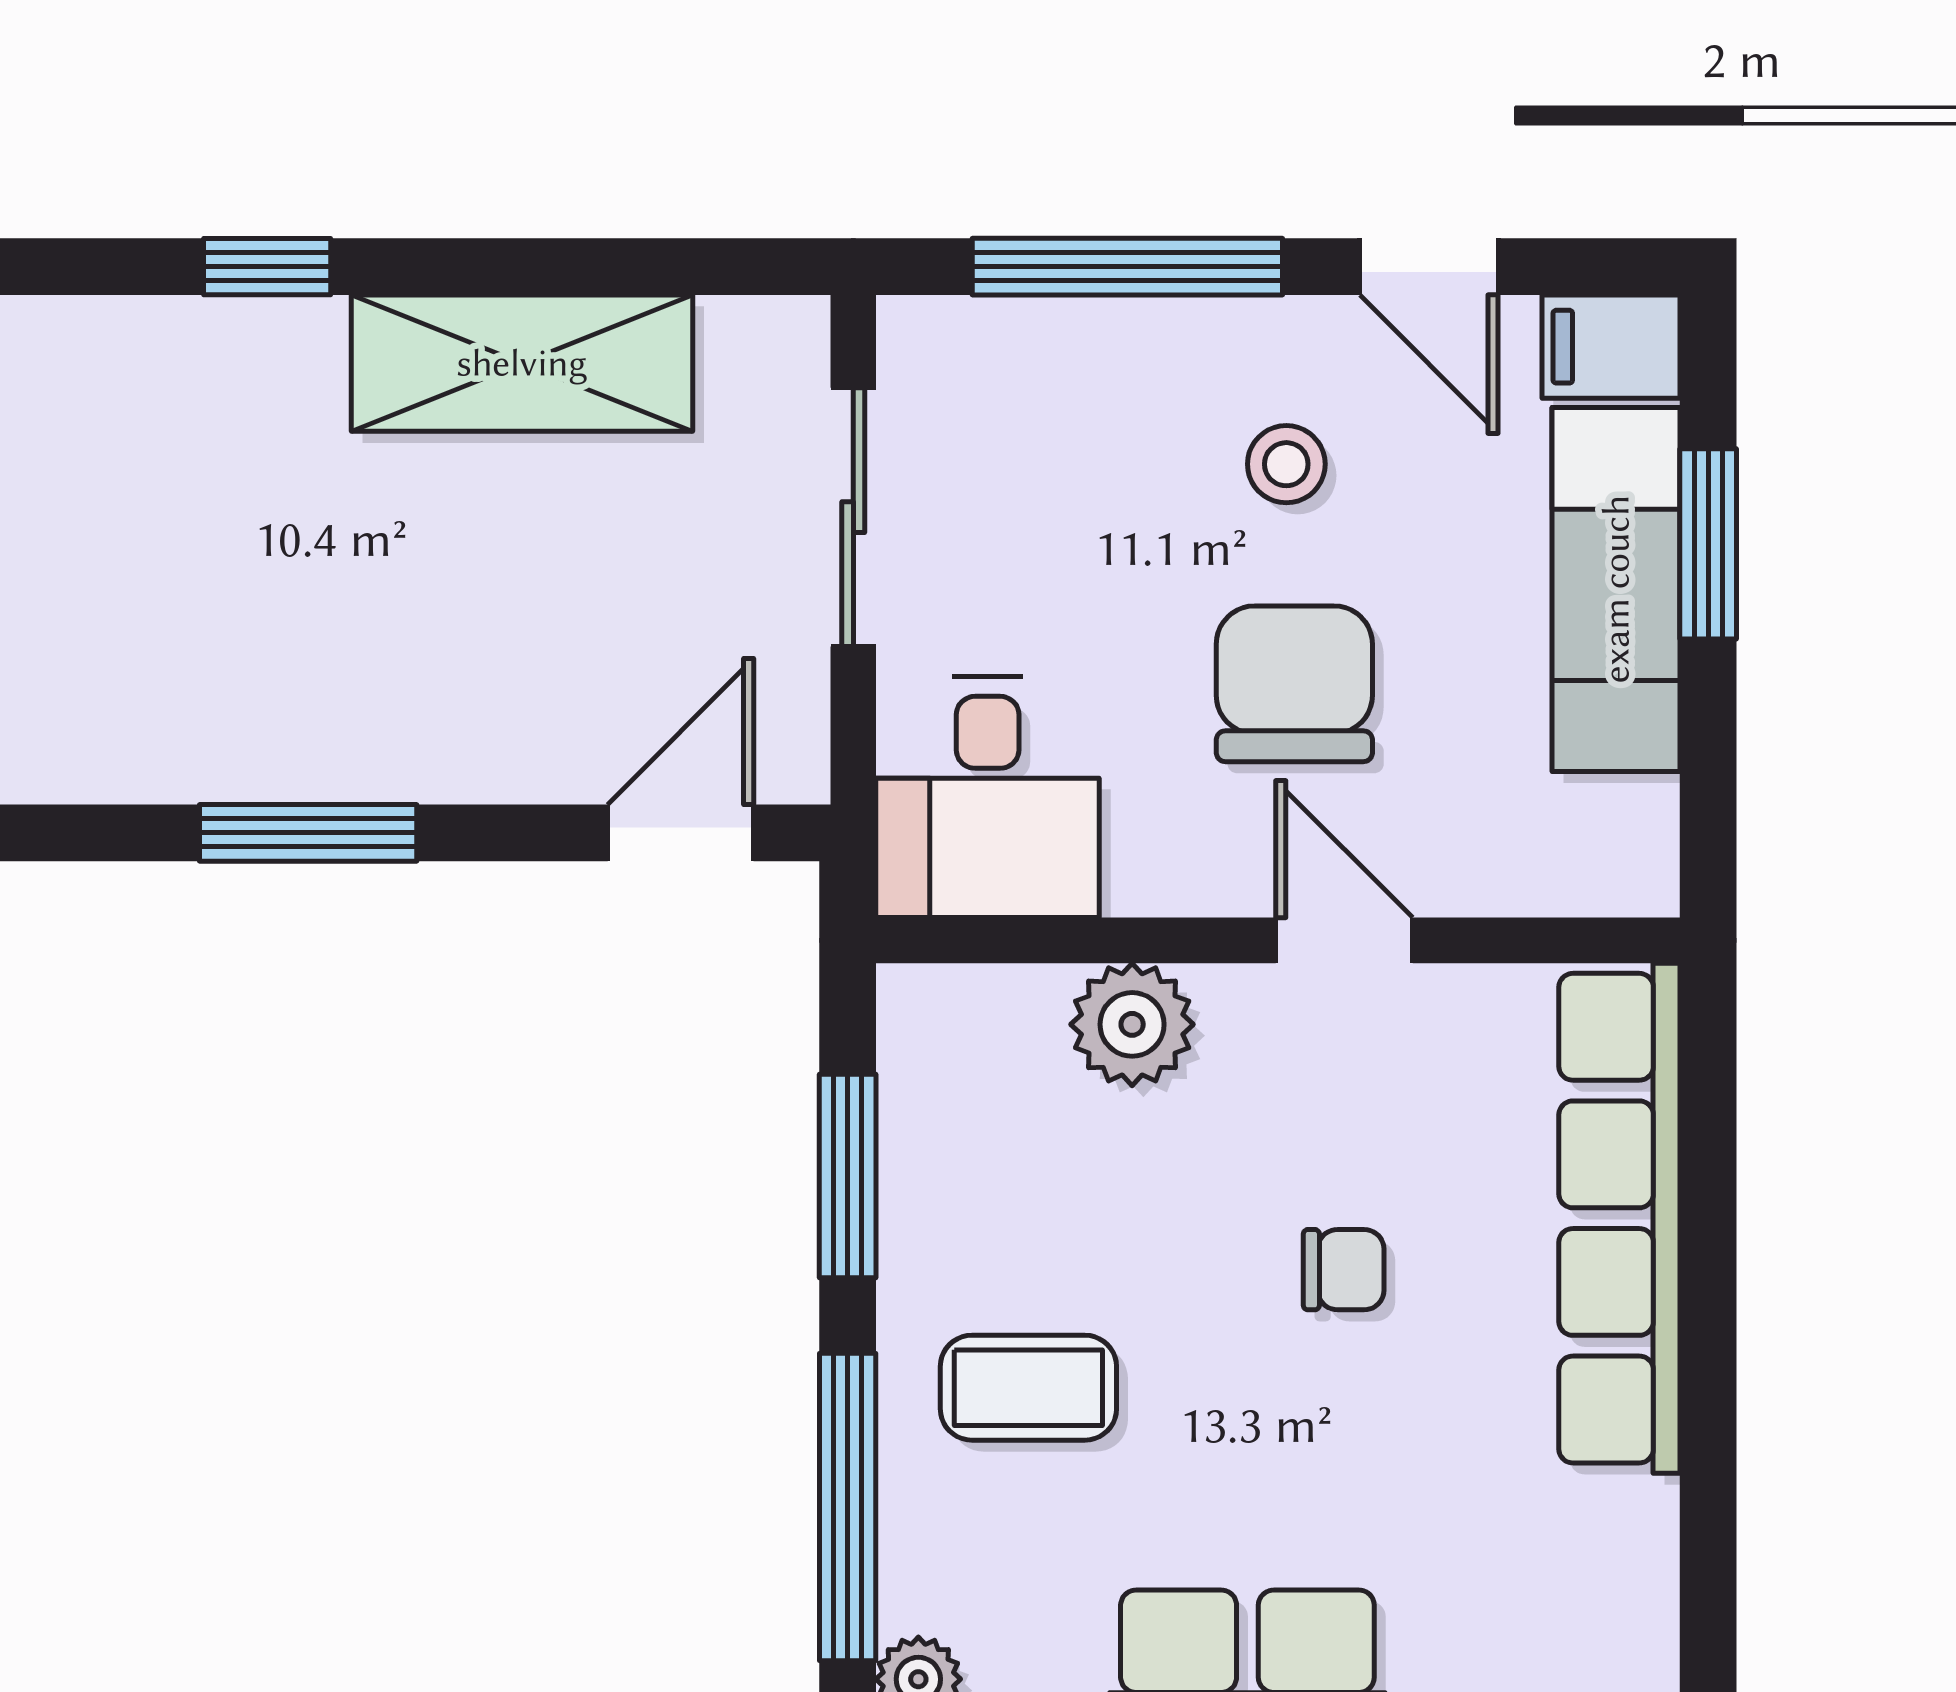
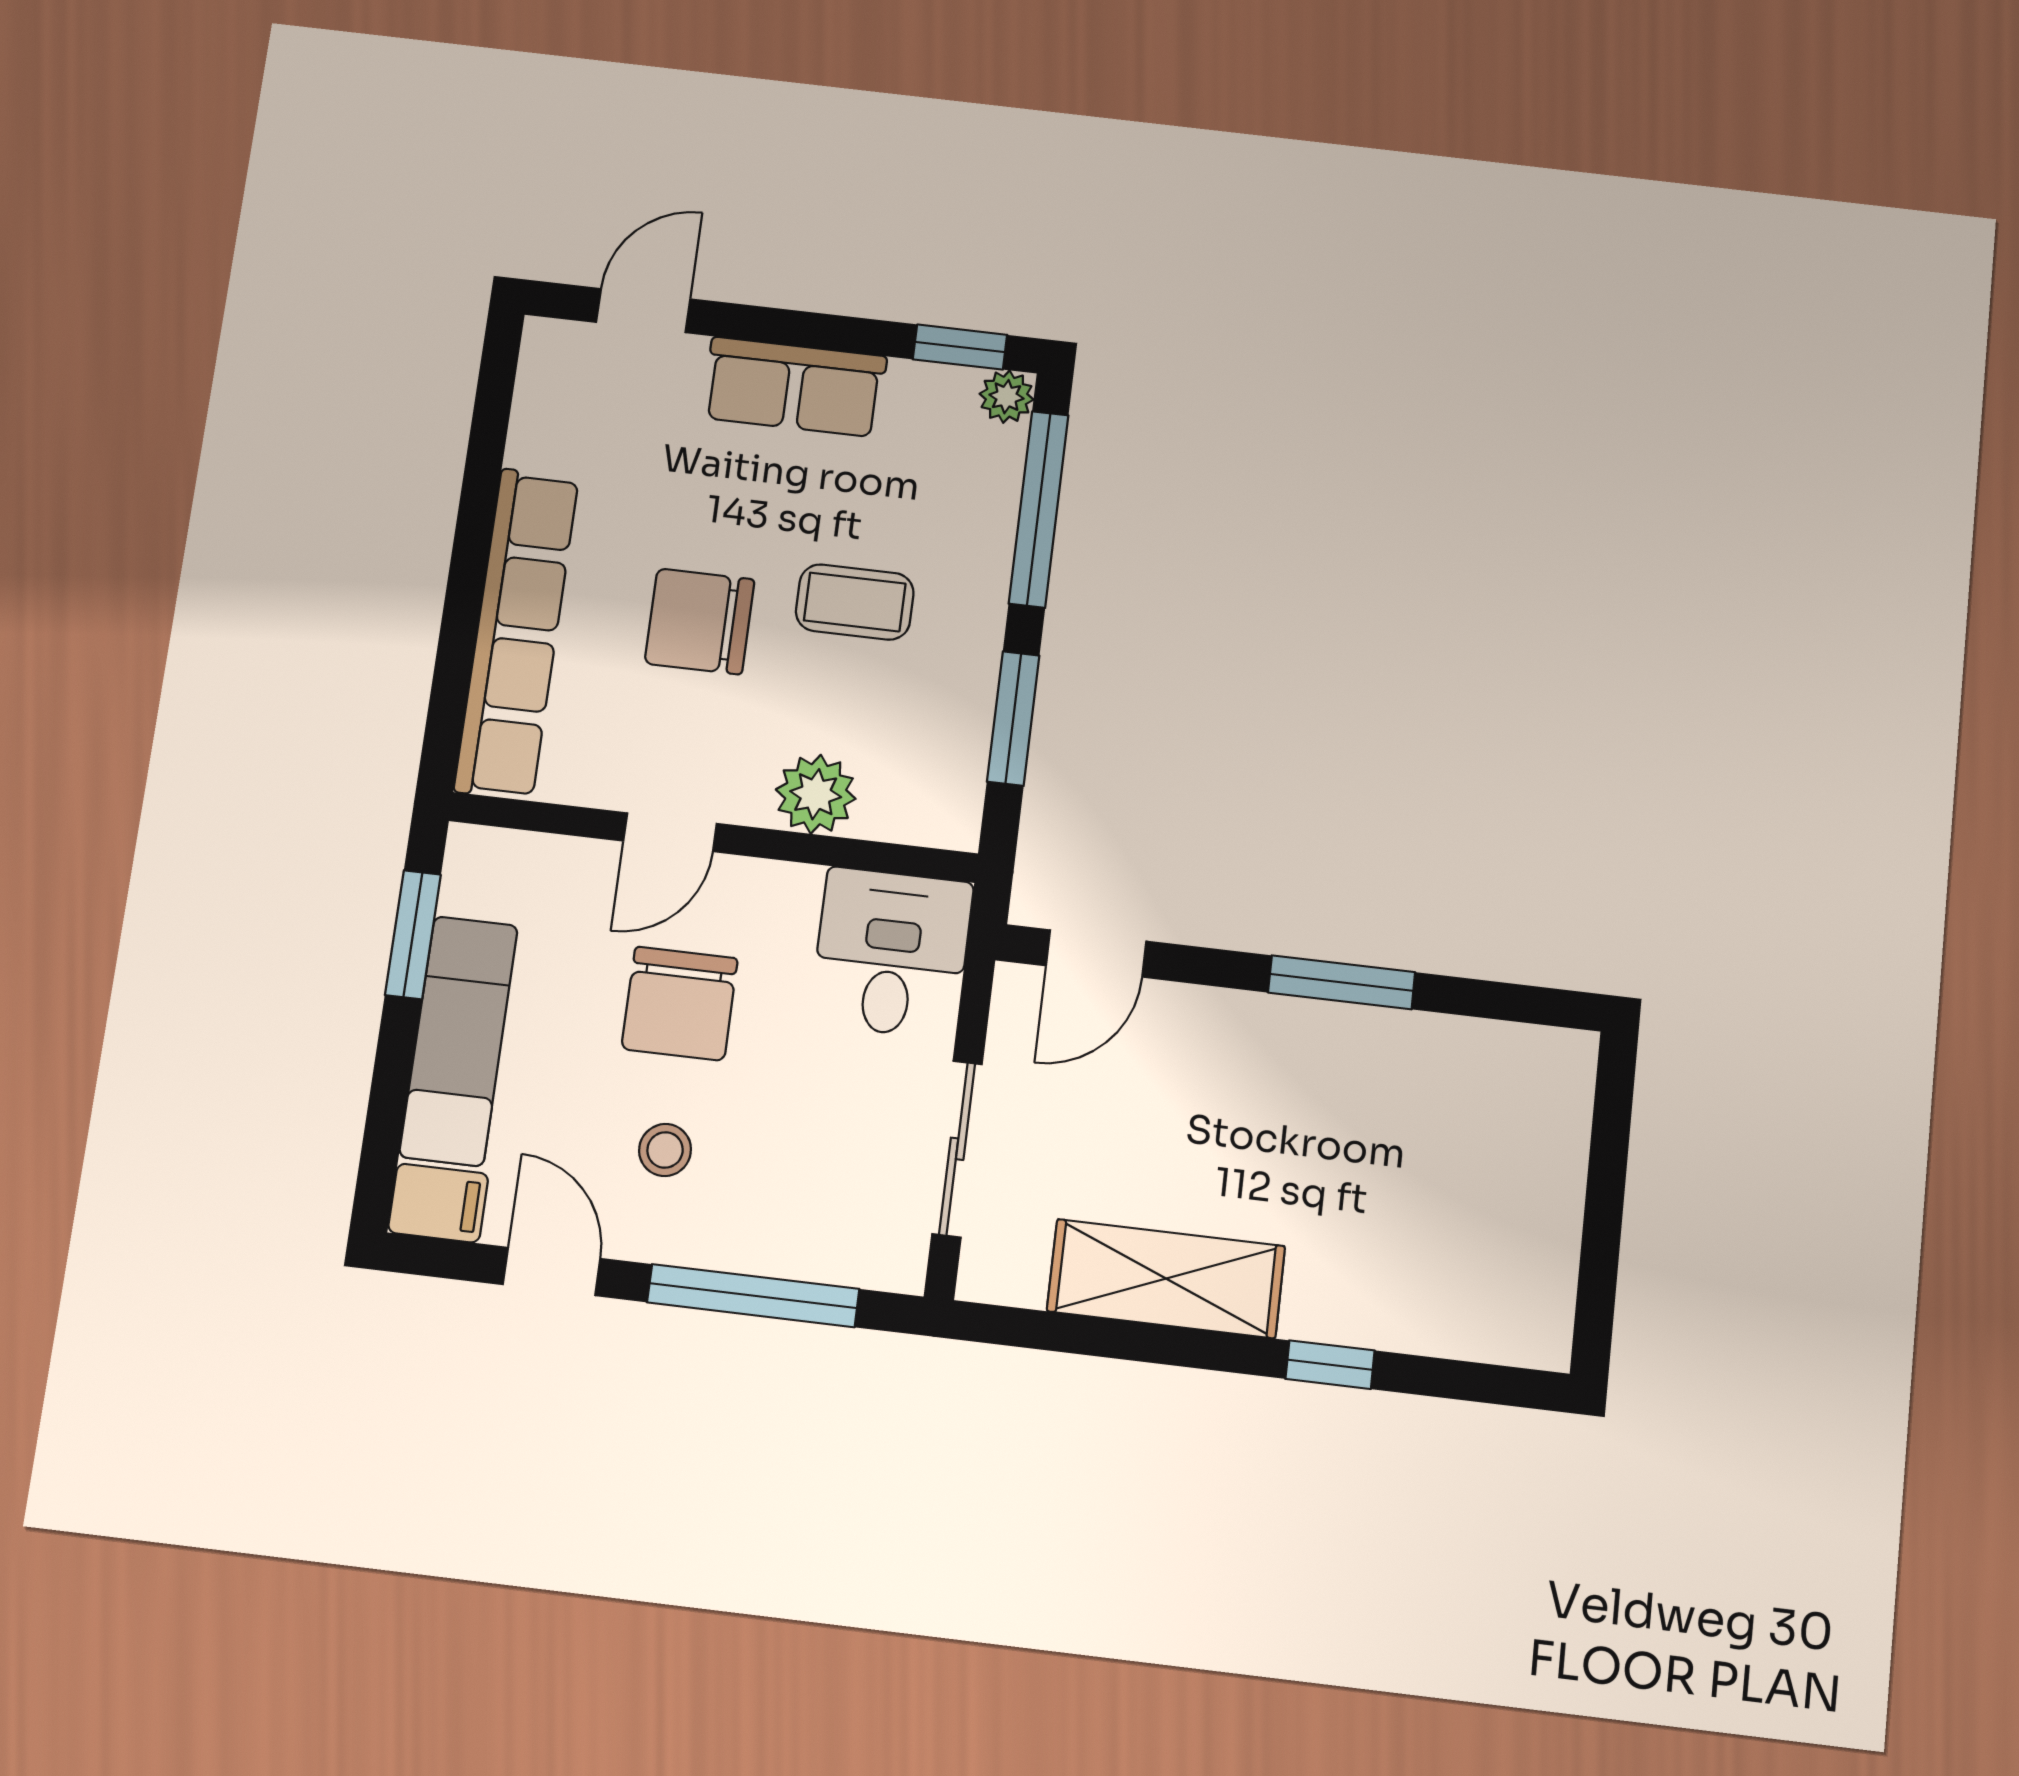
window: (1708, 544) -> (413, 935), moved
door: (1344, 940) -> (670, 832), hinge flipped
chair: (1344, 1270) -> (700, 621), width x1.87, depth x1.87
coffee table: (1028, 1388) -> (855, 602), moved

